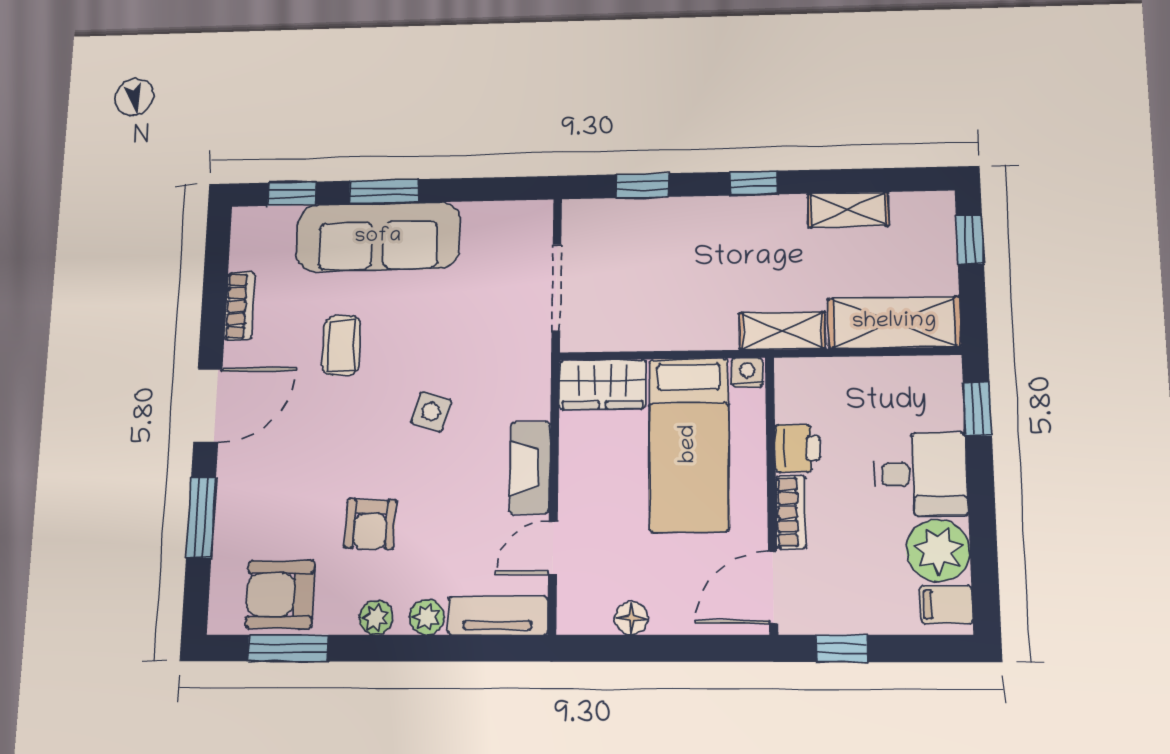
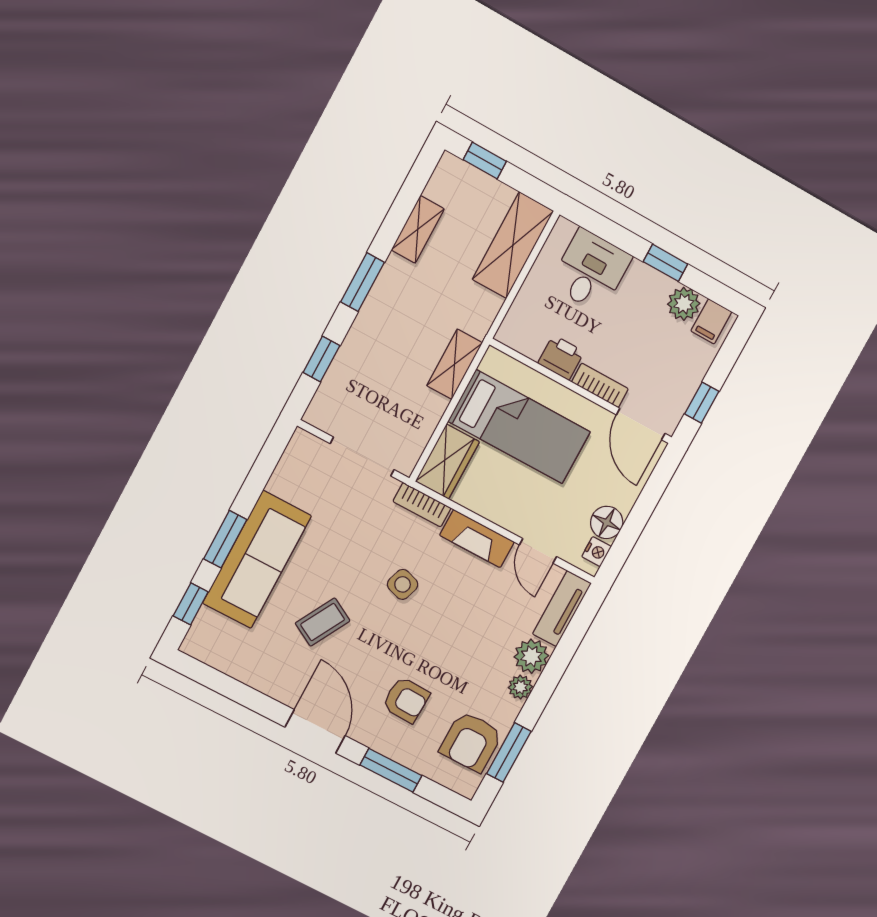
window: (754, 183) -> (362, 282), width x1.50
bookcase: (240, 306) -> (422, 505), moved, turned 180
shelving: (782, 331) -> (455, 364), moved
coffee table: (342, 346) -> (323, 622), turned -61
nightstand: (747, 372) -> (597, 552), moved, turned 180
window: (977, 409) -> (665, 263), moved
desk: (921, 474) -> (591, 271), moved
armchair: (370, 524) -> (406, 700), moved
plant: (938, 550) -> (684, 304), width x0.73, depth x0.73
plant: (427, 617) -> (531, 656), width x1.38, depth x1.38
floor lamp: (631, 618) -> (607, 522), width x1.37, depth x1.37

